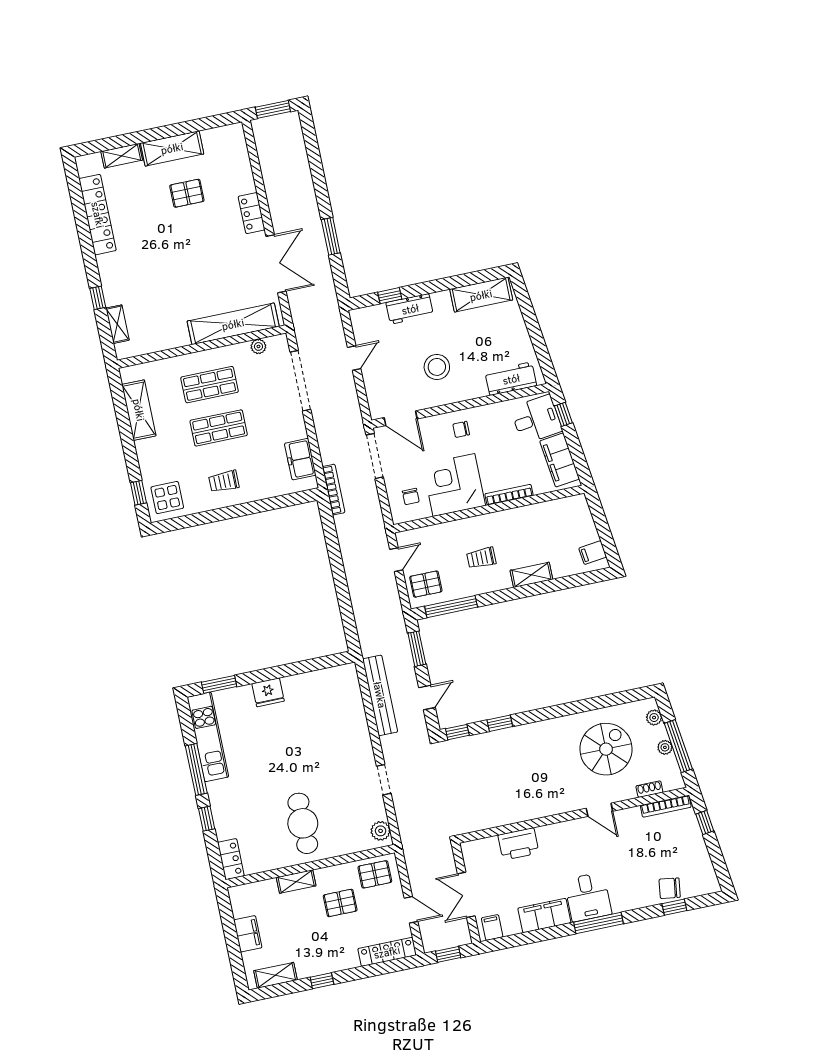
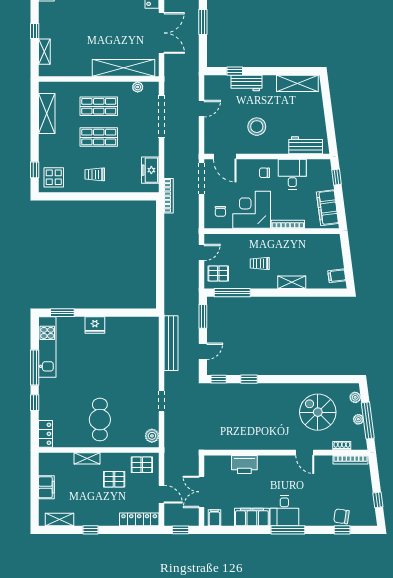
desk: (536, 419) -> (292, 174), moved, turned -83
spiral stairs: (606, 749) -> (318, 412), turned -90
window: (705, 822) -> (378, 500), moved

